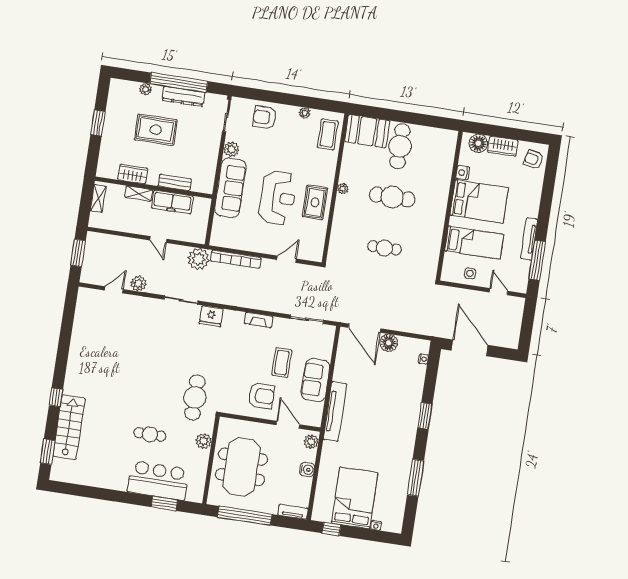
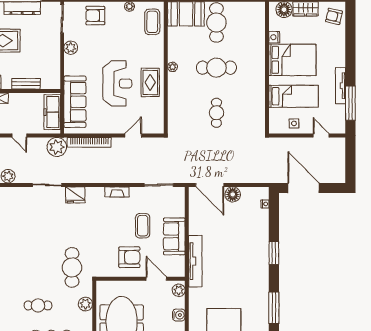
sofa: (230, 188) -> (75, 102), moved
freezer: (172, 202) -> (52, 112), moved, turned 90
cafe table: (384, 248) -> (216, 113), turned 90

